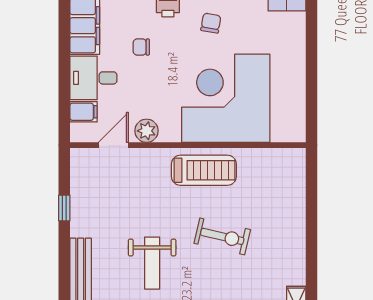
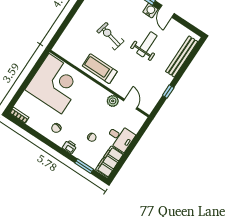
corner desk: (226, 98) -> (55, 84), moved, turned -90
filing cabinet: (84, 112) -> (134, 126), removed
door: (113, 145) -> (130, 104), swing flipped

